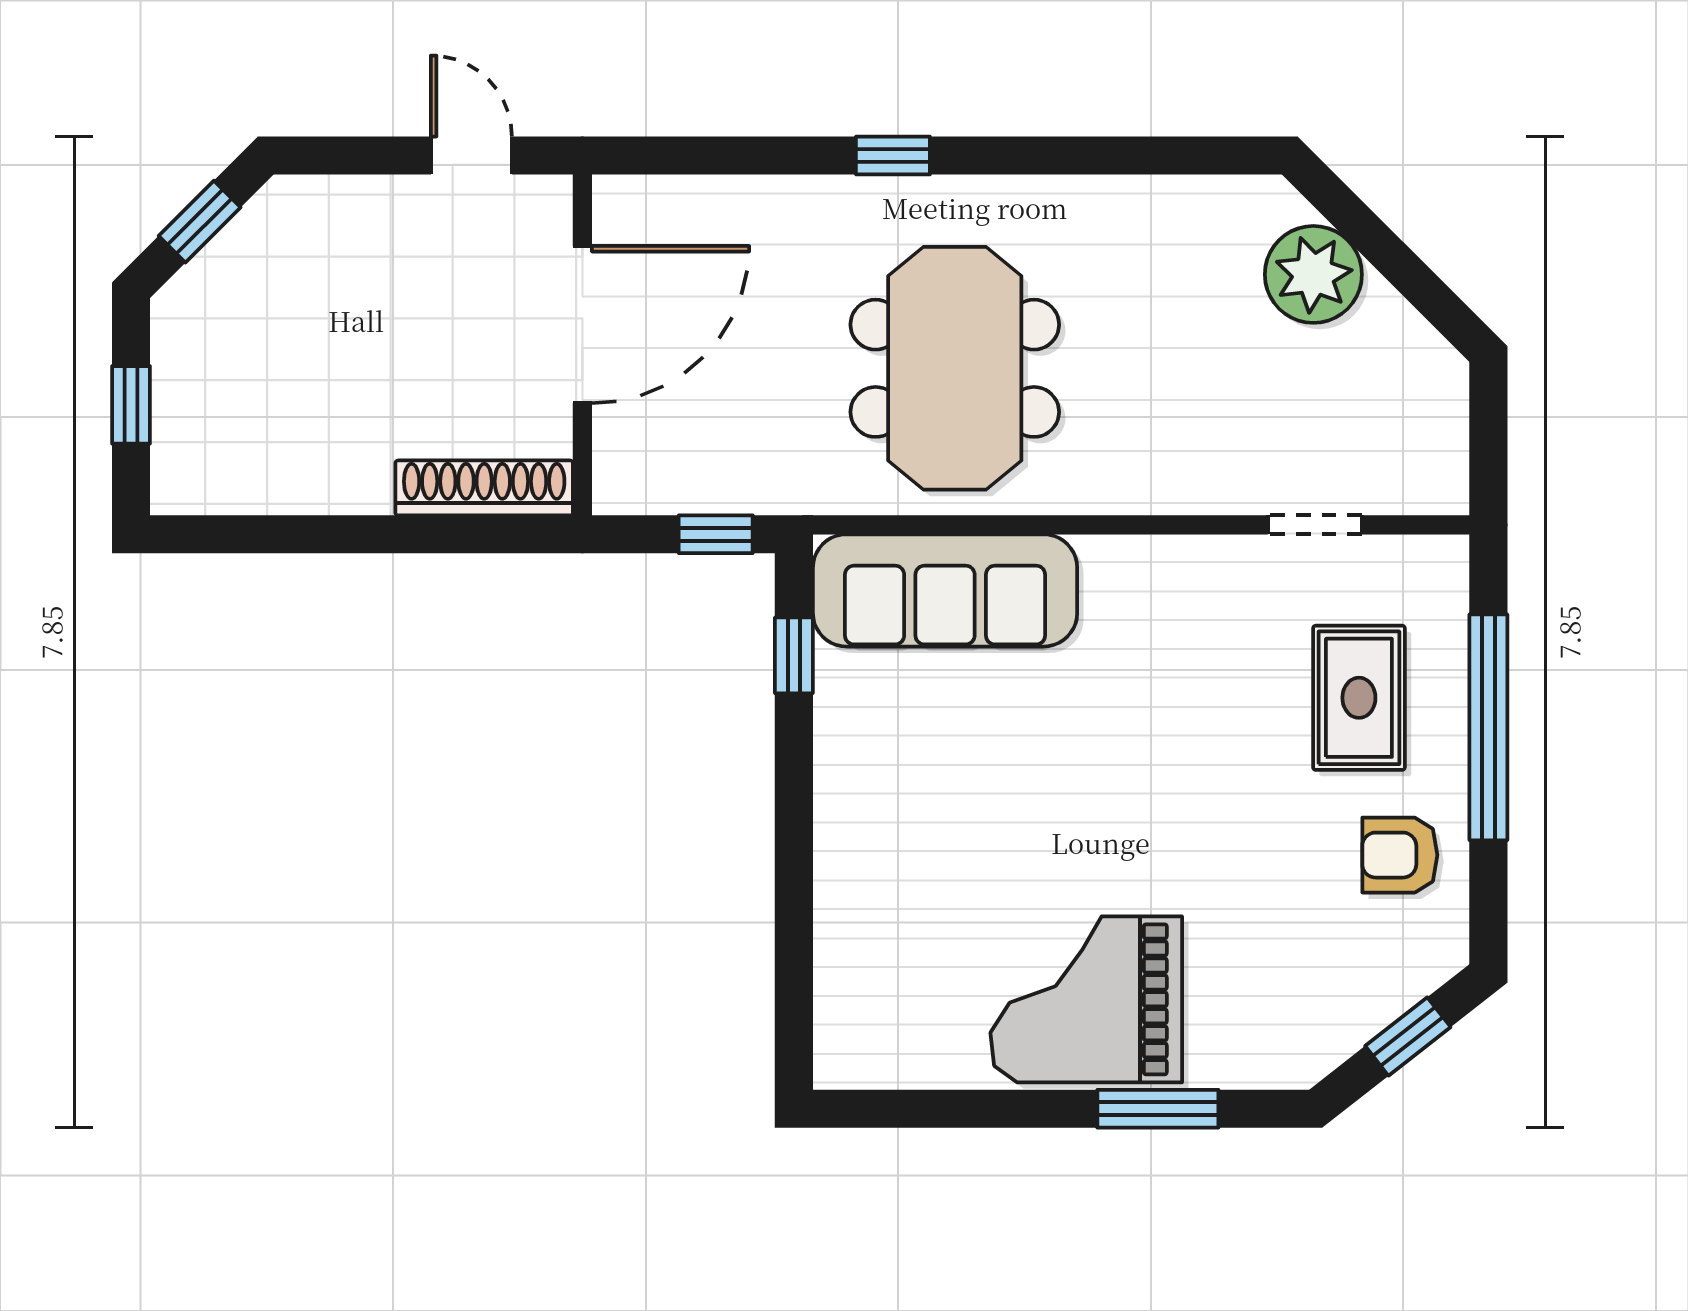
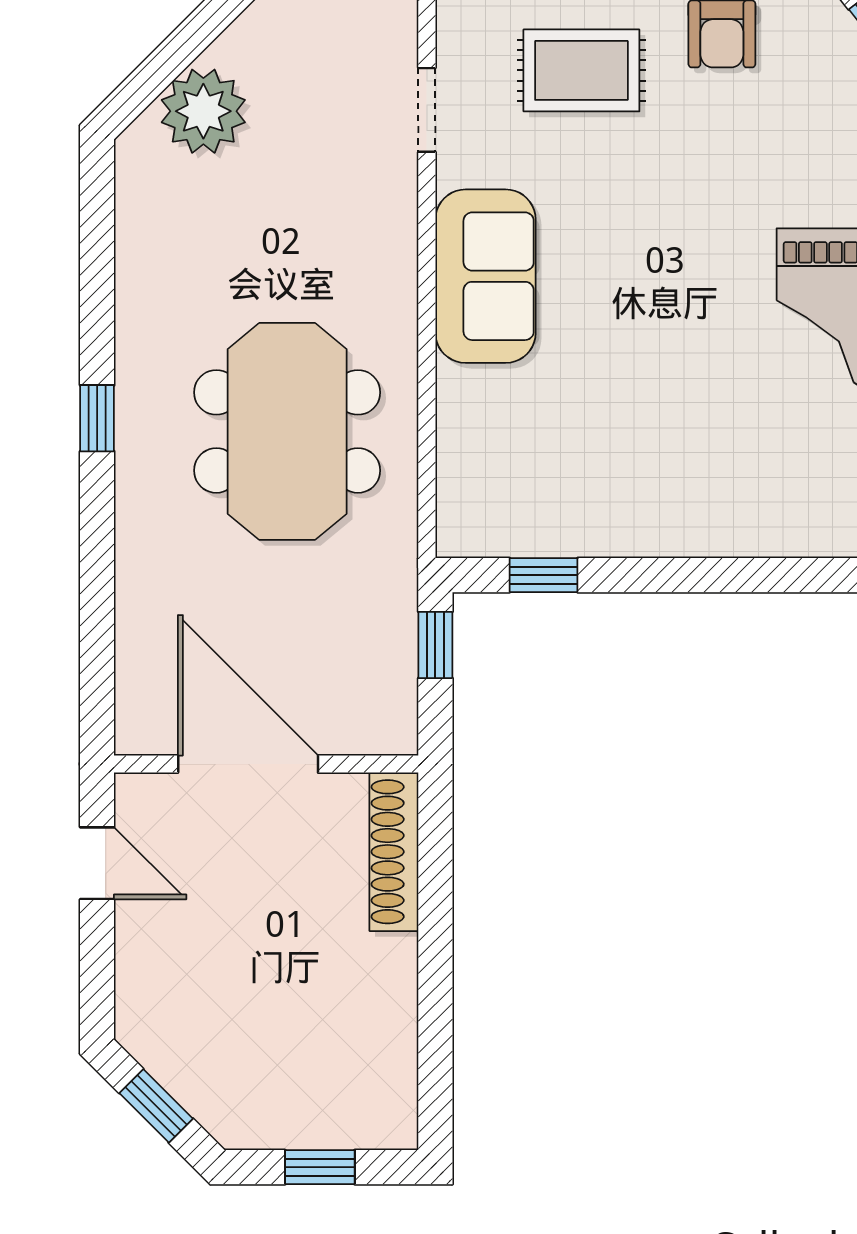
door: (471, 155) -> (97, 863), swing flipped
window: (893, 155) -> (97, 418), moved
meeting table: (955, 368) -> (287, 431), turned 90
sofa: (945, 590) -> (486, 276), moved, width x0.73

